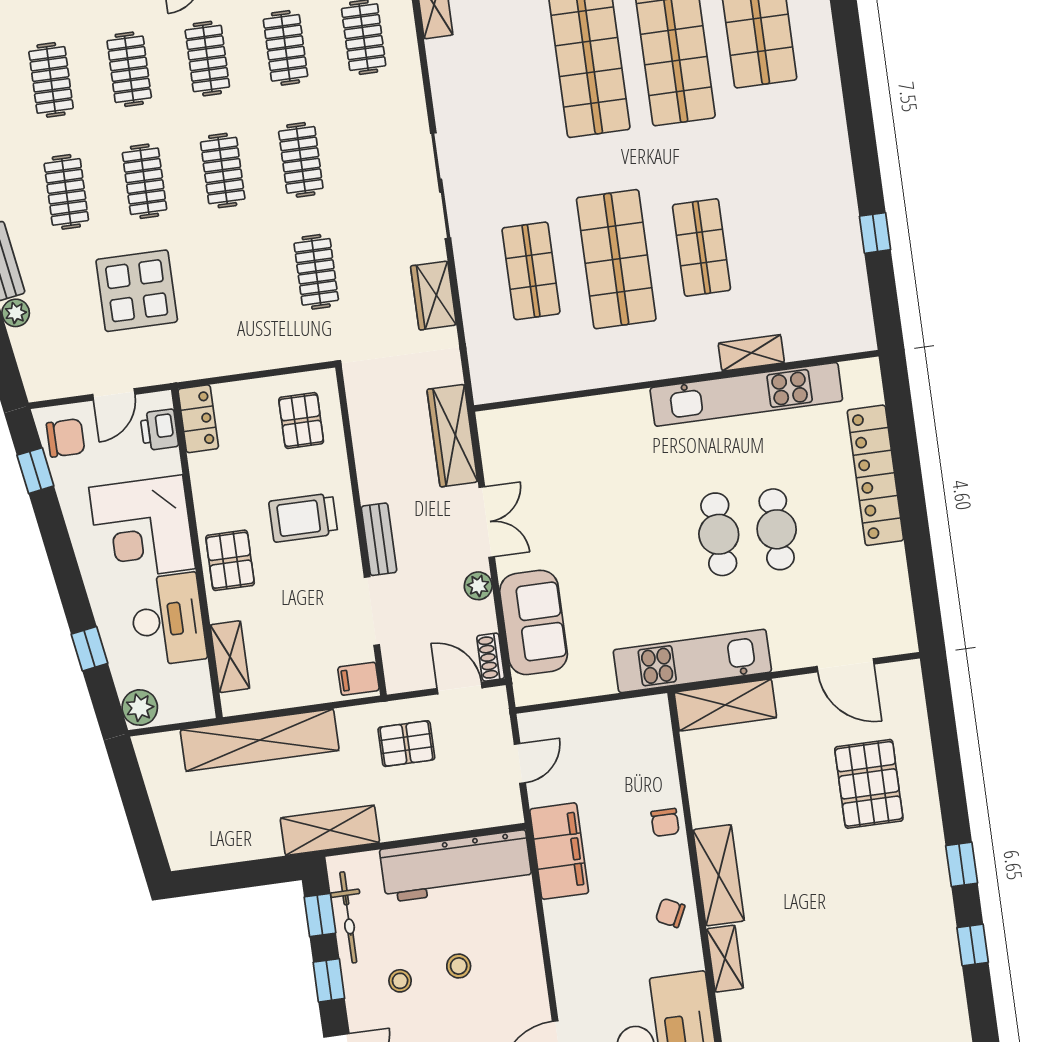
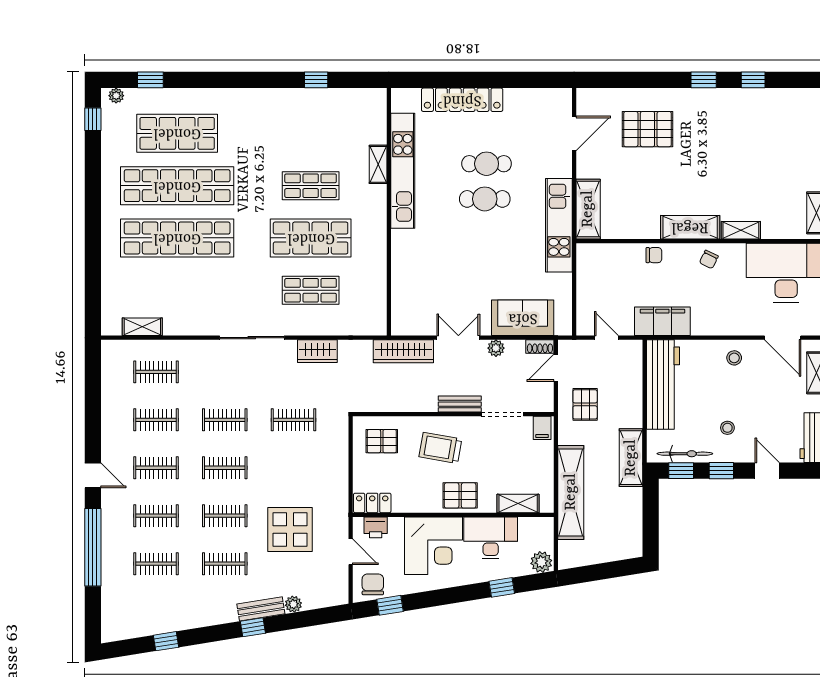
trolley: (303, 518) -> (440, 448), turned 100
stool: (459, 966) -> (734, 358), moved

